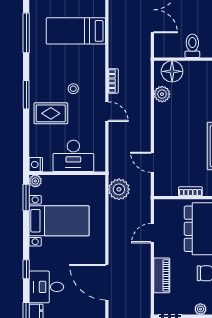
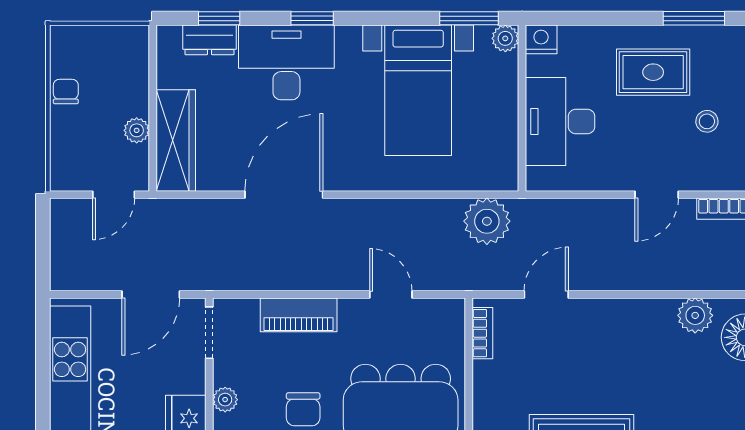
rug: (51, 113) -> (653, 72), turned 90
bookcase: (190, 191) -> (482, 333), moved
desk: (46, 287) -> (286, 62), width x1.37

